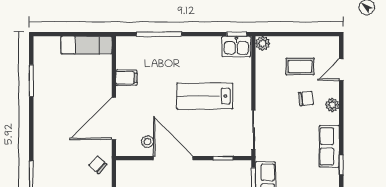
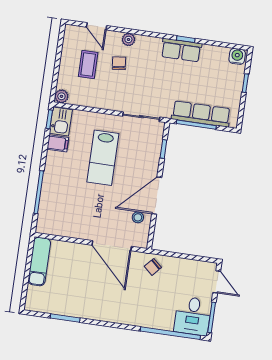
filing cabinet: (126, 78) -> (58, 143), moved, turned 90
row of seats: (329, 146) -> (181, 50), moved

